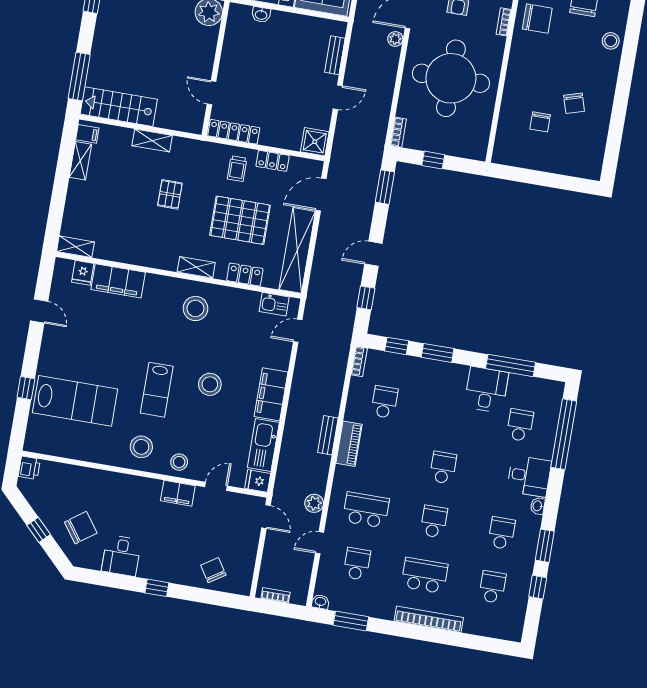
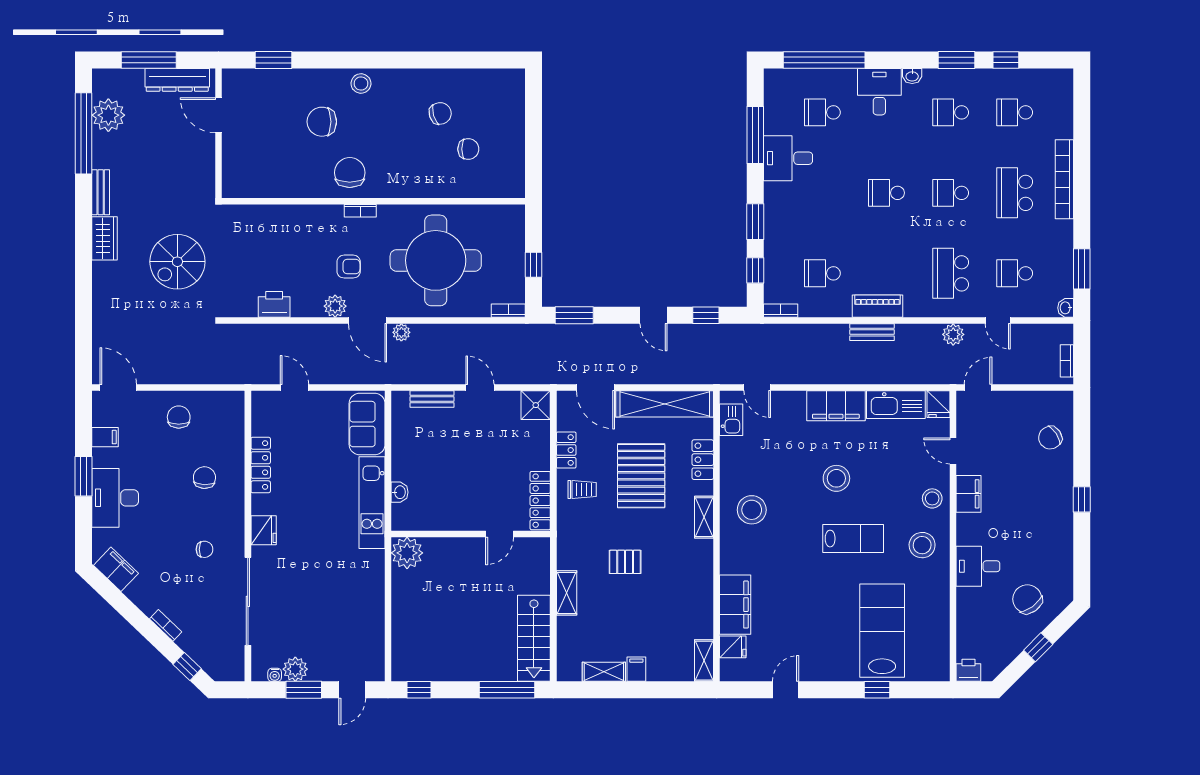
filing cabinet: (87, 134) -> (636, 669), moved
desk: (121, 556) -> (978, 566), moved, turned 180

